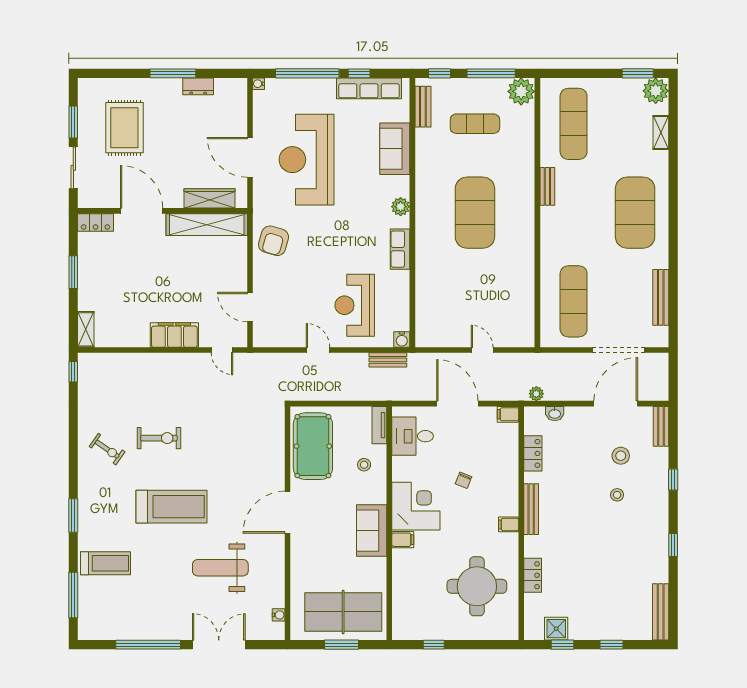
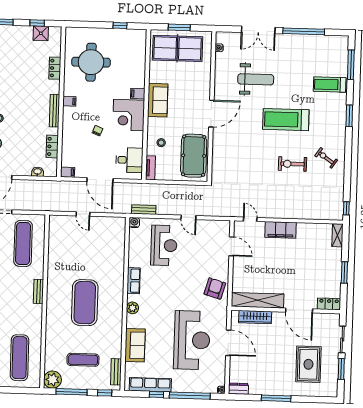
dresser: (198, 86) -> (238, 389), moved
bench: (547, 186) -> (38, 291), moved
plant: (536, 394) -> (49, 185), removed

